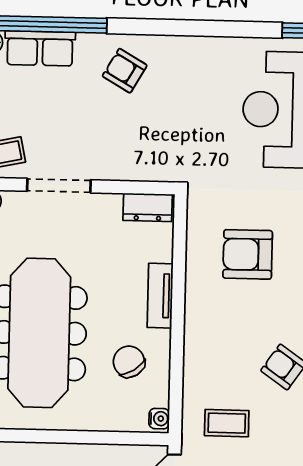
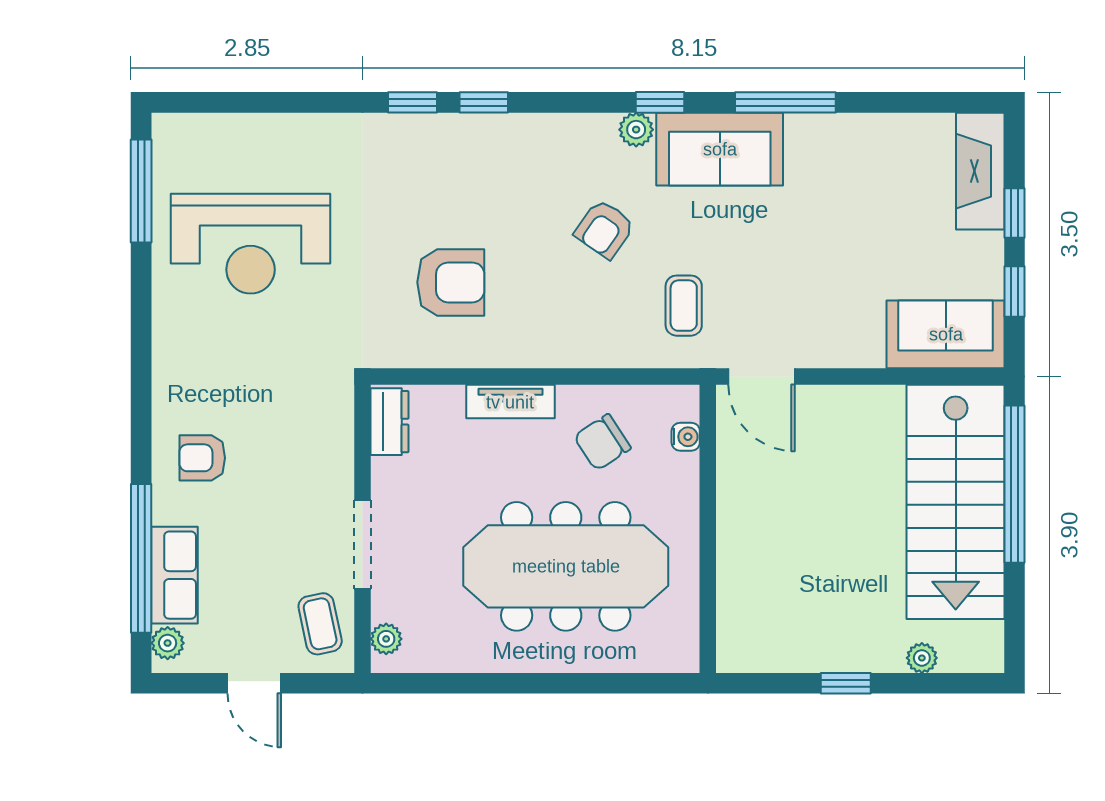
armchair: (125, 71) -> (202, 458), turned 60
armchair: (248, 254) -> (451, 282), turned -90
water cooler: (159, 419) -> (686, 437), moved, turned 90

